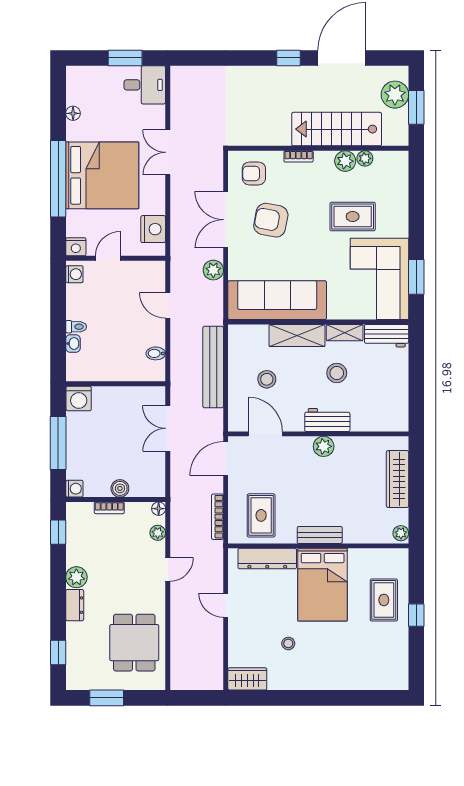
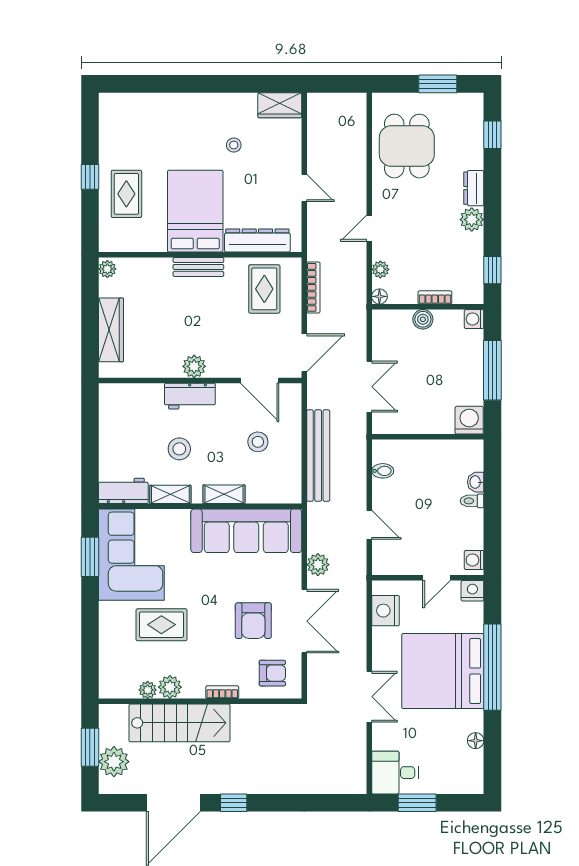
armchair: (271, 220) -> (253, 621), turned 79
shelving: (297, 335) -> (224, 494), width x0.67, depth x0.75

